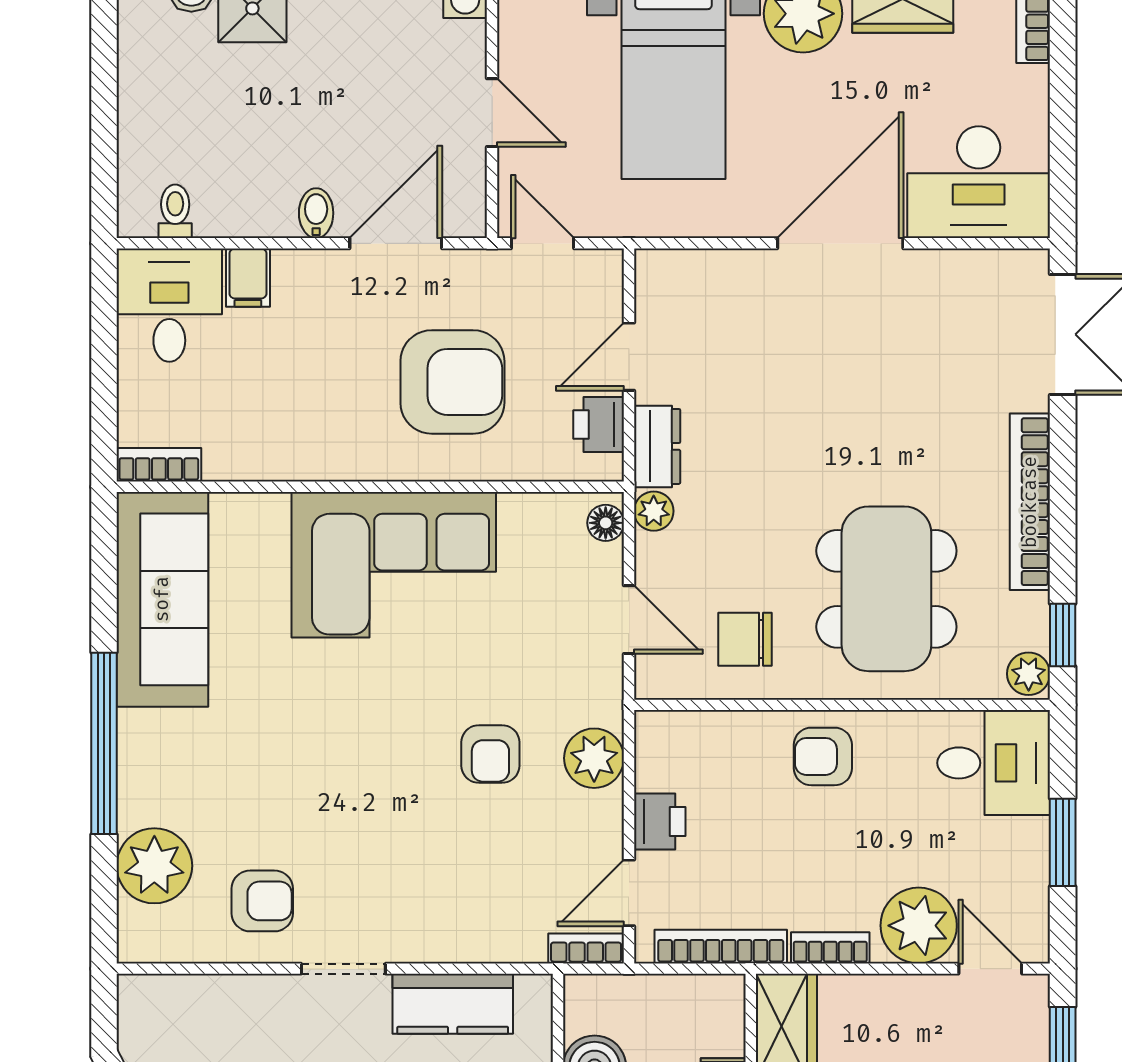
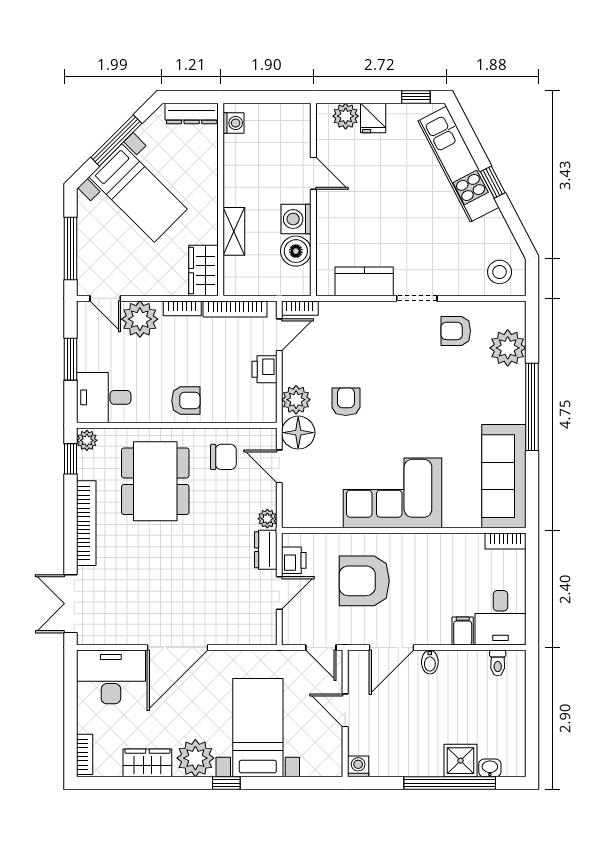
floor lamp: (606, 523) -> (298, 433), moved, width x1.89, depth x1.89
stool: (171, 1024) -> (500, 272), added

